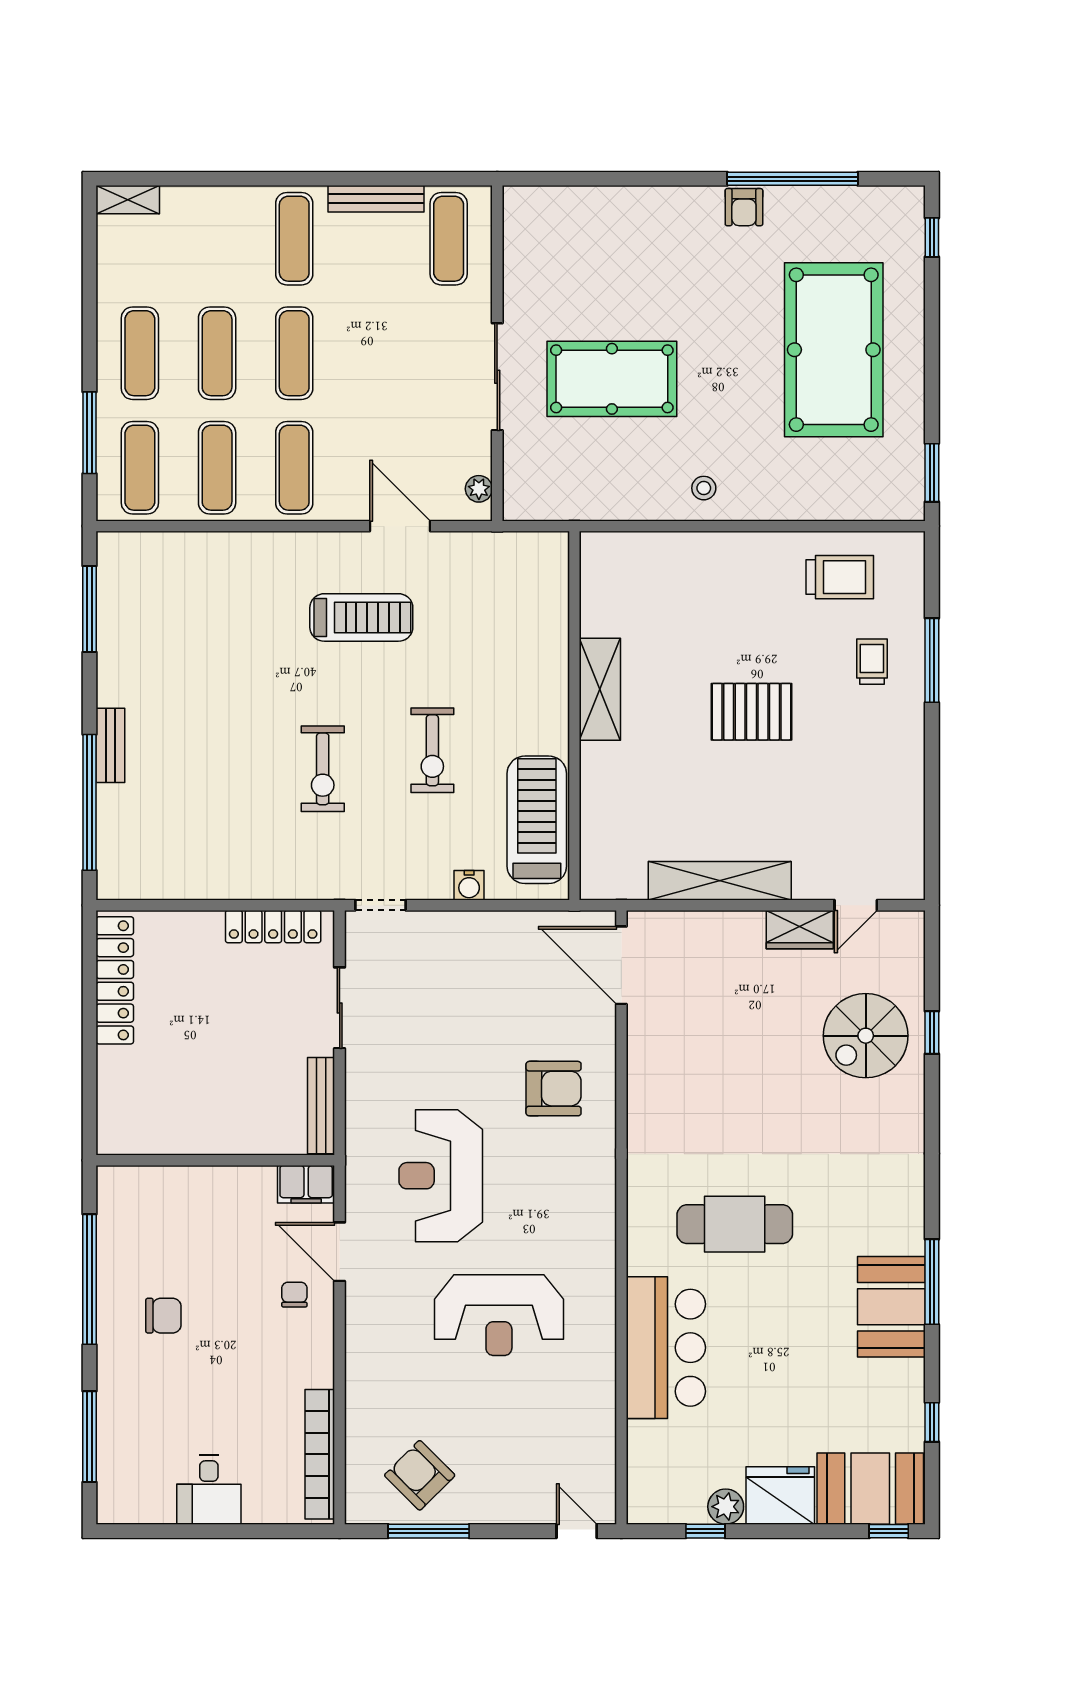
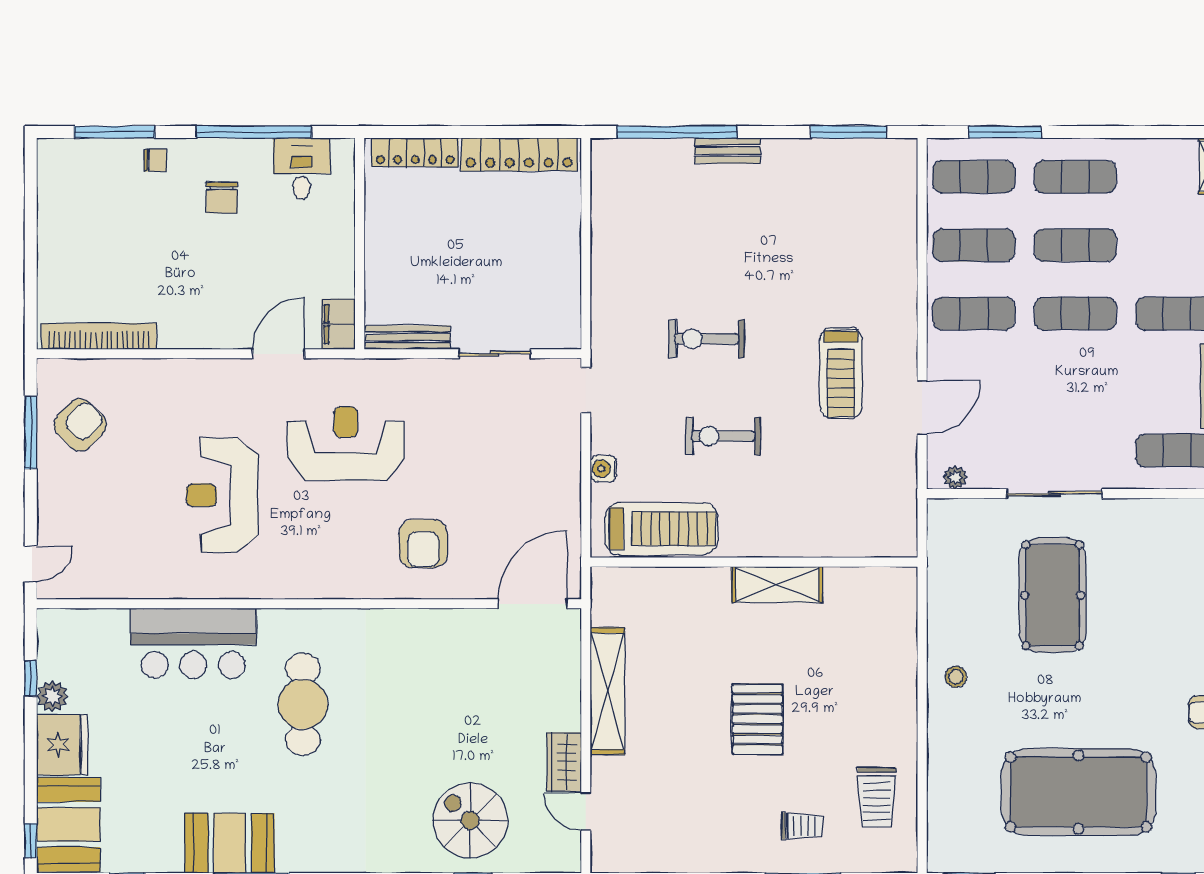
locker: (273, 927) -> (415, 152), moved, turned -90
chair: (294, 1295) -> (155, 160), moved
desk: (209, 1490) -> (301, 169), moved, turned 90

